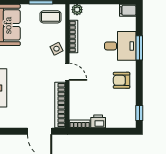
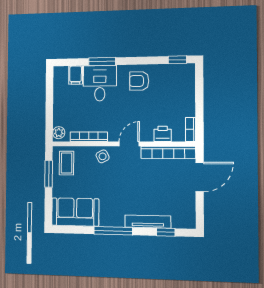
filing cabinet: (128, 10) -> (76, 75), moved
armchair: (122, 80) -> (139, 81), turned 90
printer: (98, 121) -> (163, 134), moved, turned 90

